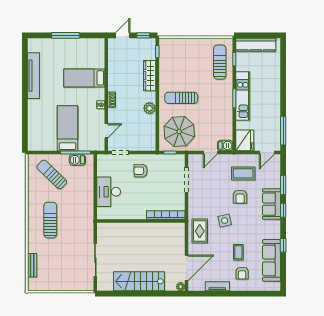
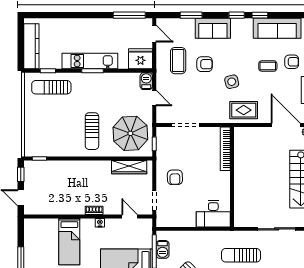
wardrobe: (150, 76) -> (129, 167), moved
plant: (149, 108) -> (104, 167), removed
desk: (109, 192) -> (213, 214), moved
window: (283, 210) -> (237, 15), moved
sun lounger: (72, 229) -> (241, 255), added

